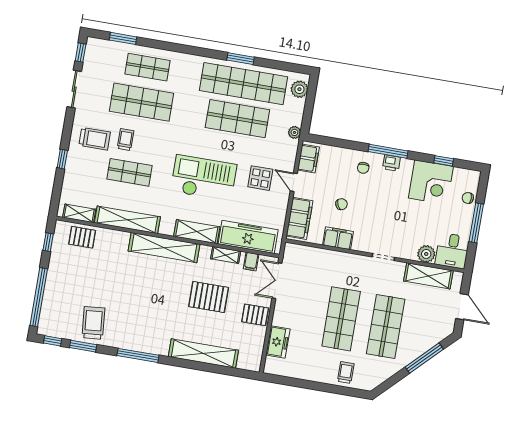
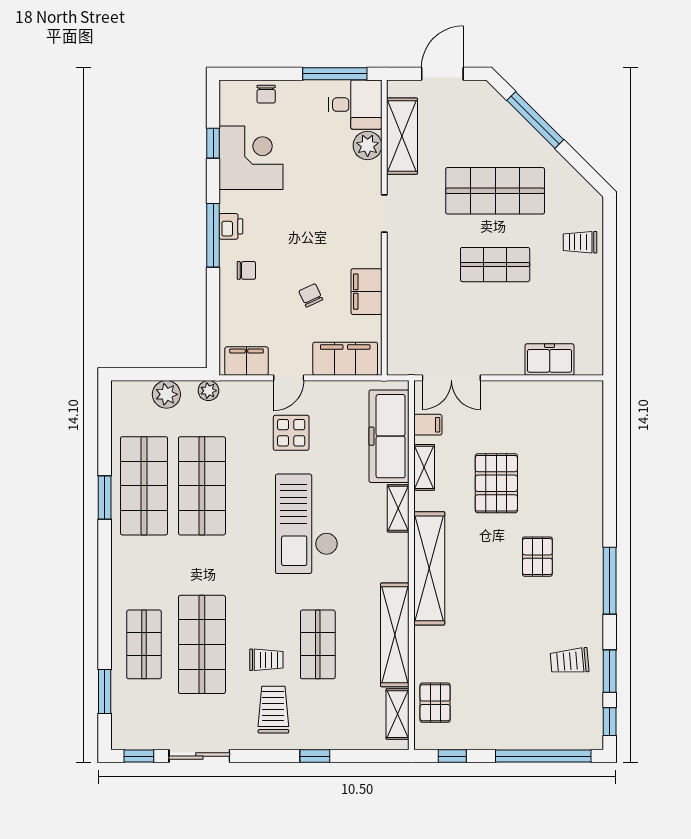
shop shelf: (243, 84) -> (144, 486), width x0.71
plant: (299, 89) -> (166, 394), moved
trolley: (126, 140) -> (266, 660), turned 180
window: (476, 223) -> (335, 74), moved
shelving: (197, 232) -> (398, 508), width x0.67, depth x0.75
pallet: (255, 315) -> (537, 557), moved
shop shelf: (341, 319) -> (495, 265), width x0.70, depth x0.74
trolley: (93, 323) -> (570, 661), width x0.73, depth x0.72
shelving: (203, 353) -> (588, 476), removed

